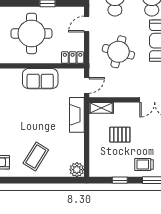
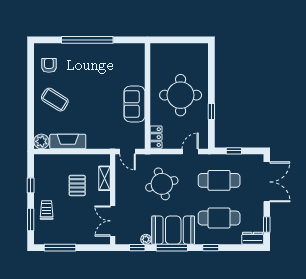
door: (87, 24) -> (190, 151), hinge flipped
round table: (118, 52) -> (162, 184), turned -31
shelving: (101, 108) -> (104, 178), moved
fireplace: (77, 115) -> (68, 142), moved

